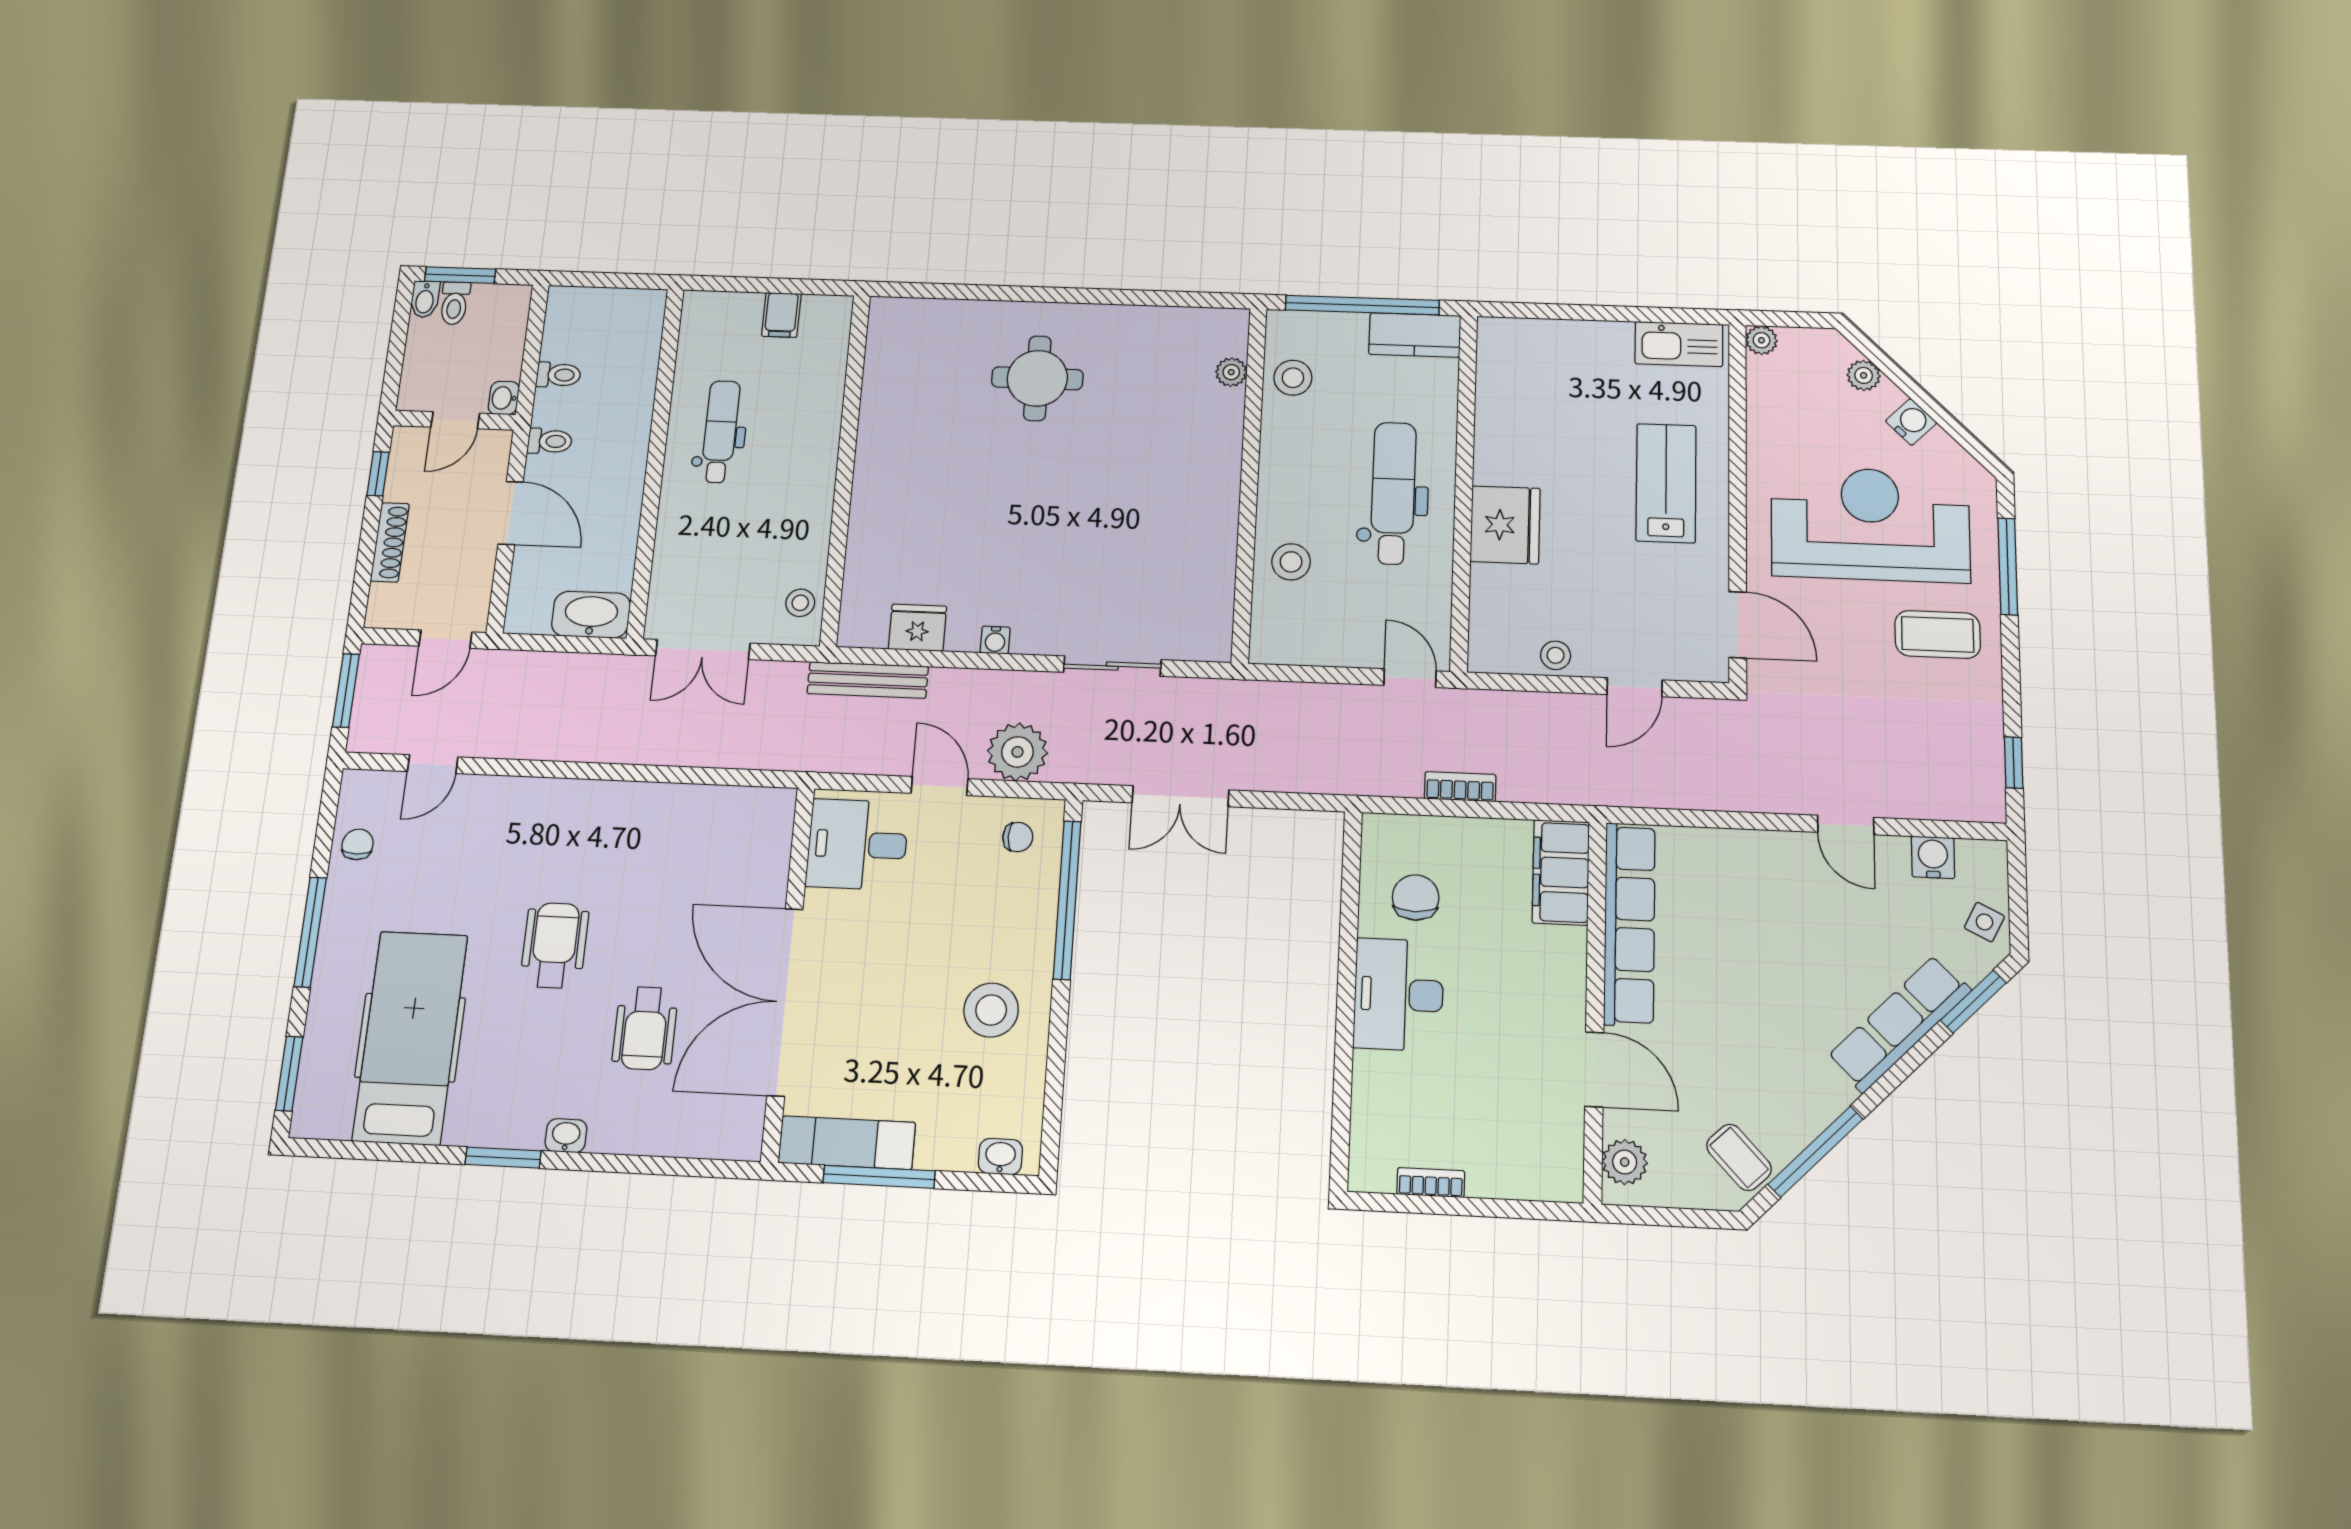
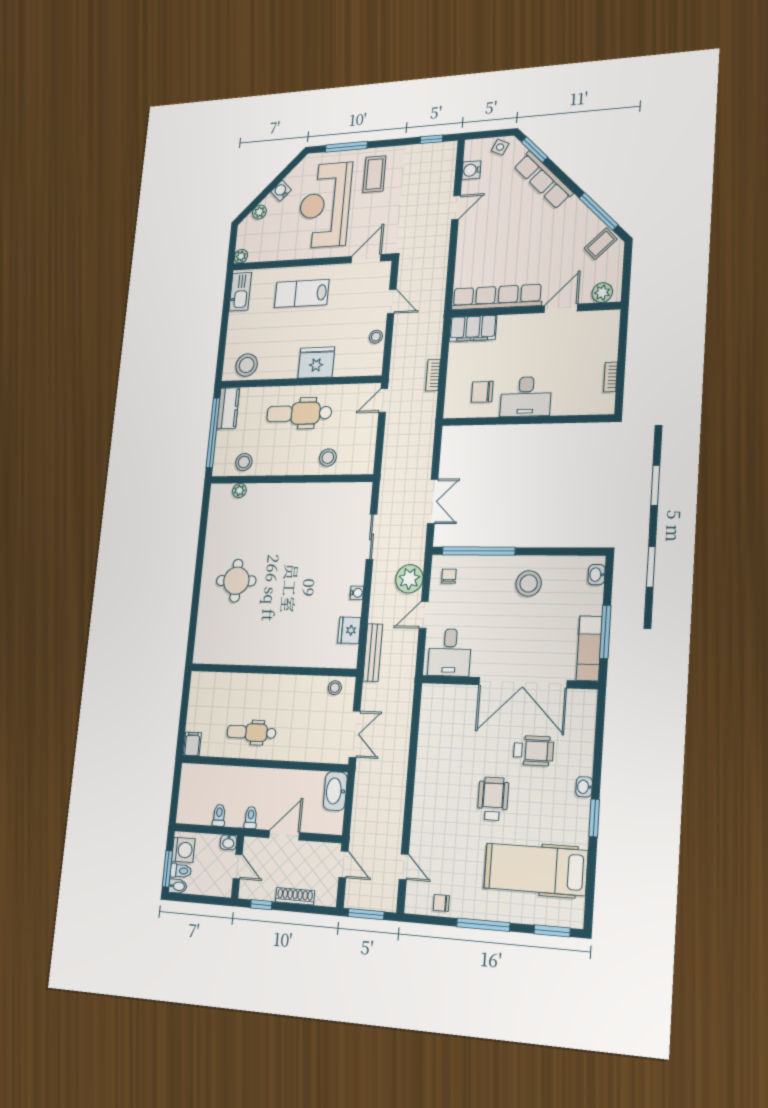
washing machine: (495, 306) -> (183, 850), added
filing cabinet: (781, 315) -> (192, 744), moved, turned -90
stool: (1509, 370) -> (247, 365), added
wheelchair: (555, 945) -> (493, 799), turned 90

